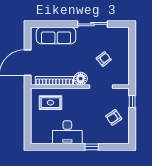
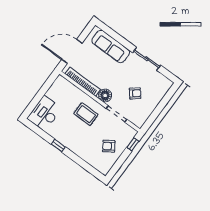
rug: (50, 103) -> (86, 114), moved
desk: (67, 132) -> (44, 113), moved, turned 90
window: (92, 147) -> (58, 146), moved

